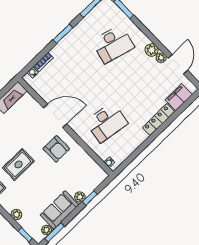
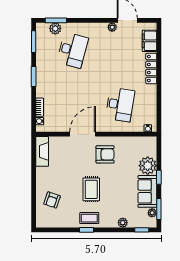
plant: (152, 50) -> (55, 29), moved
plant: (80, 197) -> (148, 166), width x1.87, depth x1.87
window: (90, 198) -> (159, 177), moved

